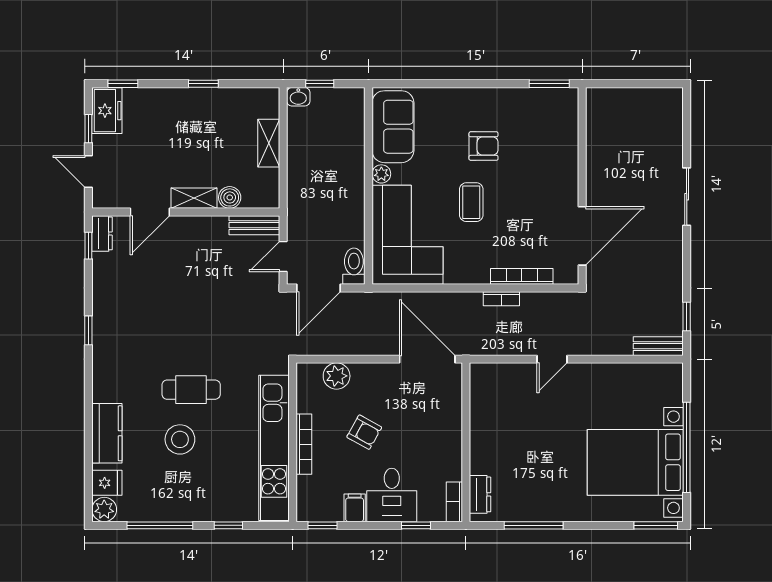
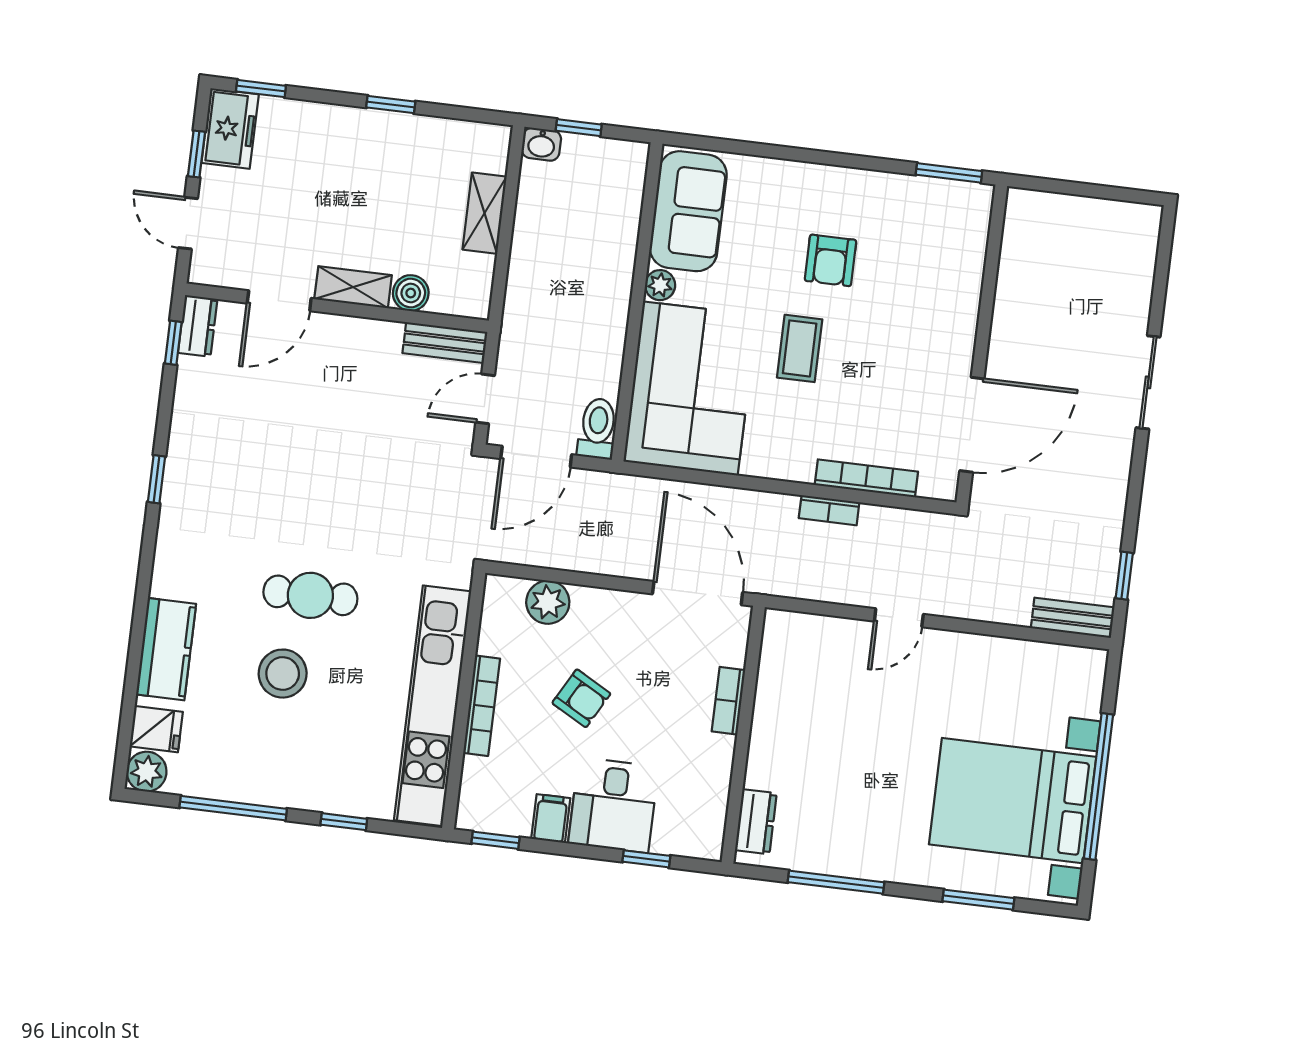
armchair: (484, 146) -> (830, 260), turned 90
bookcase: (454, 502) -> (729, 701), moved
window: (656, 525) -> (978, 900), moved

